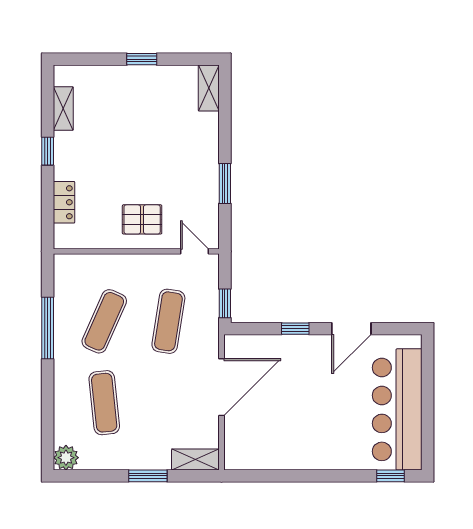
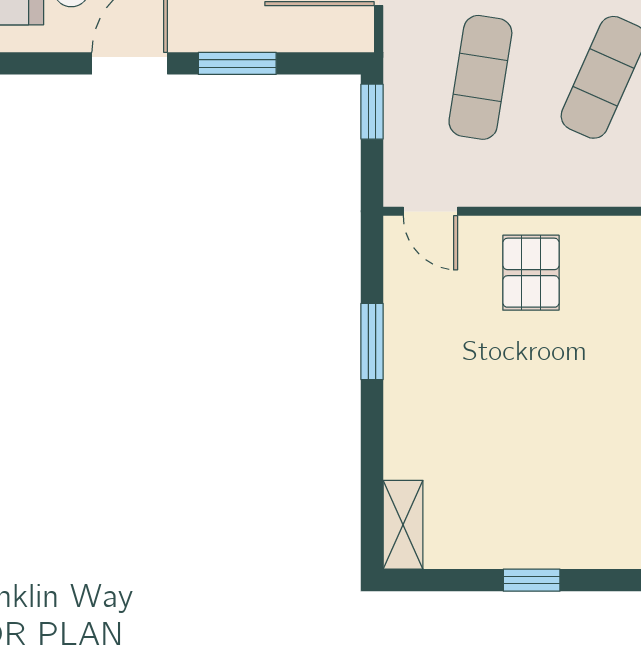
pallet: (142, 219) -> (531, 273), turned 90
window: (295, 329) -> (237, 63), width x1.50

